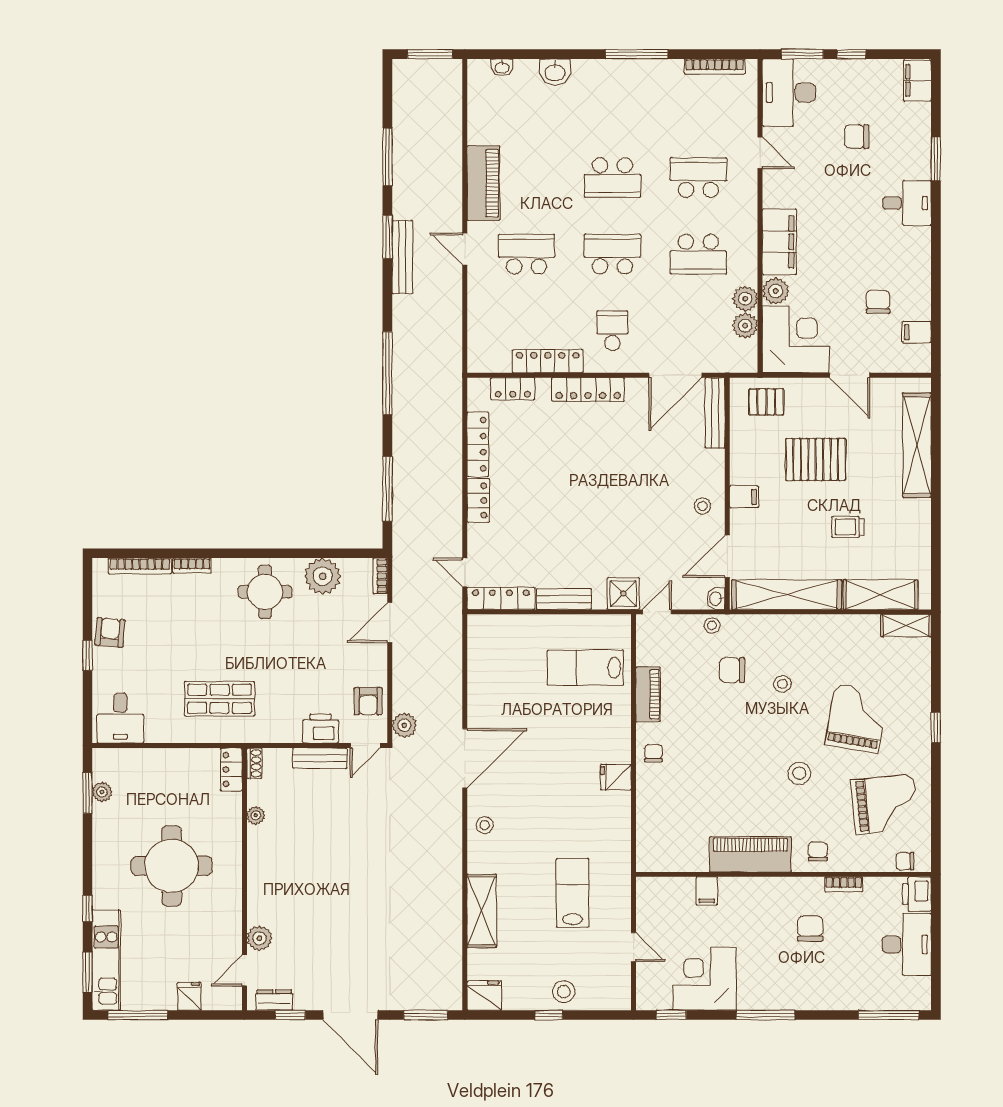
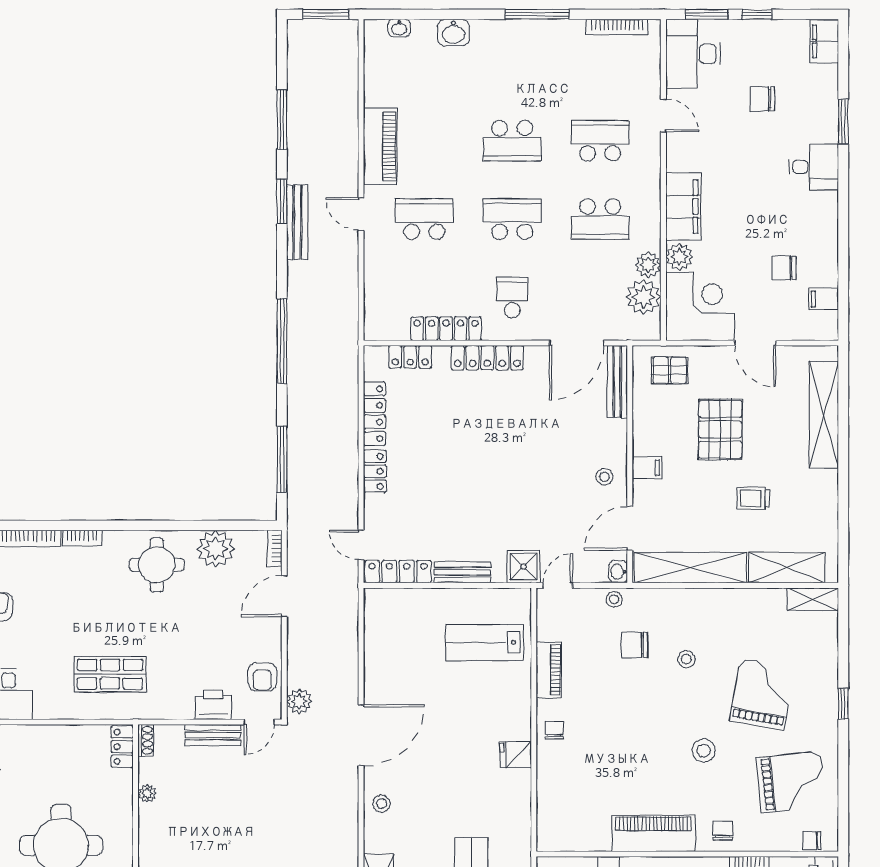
chair: (878, 302) -> (784, 268), turned -90
plant: (745, 326) -> (643, 297), width x1.36, depth x1.36
pallet: (816, 459) -> (720, 429), turned 90

